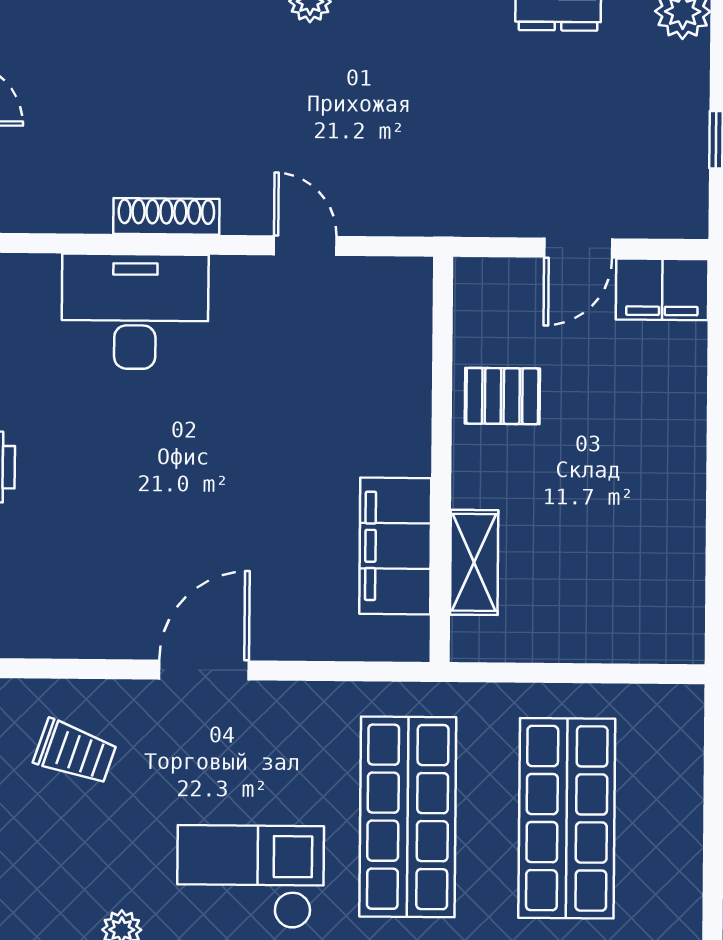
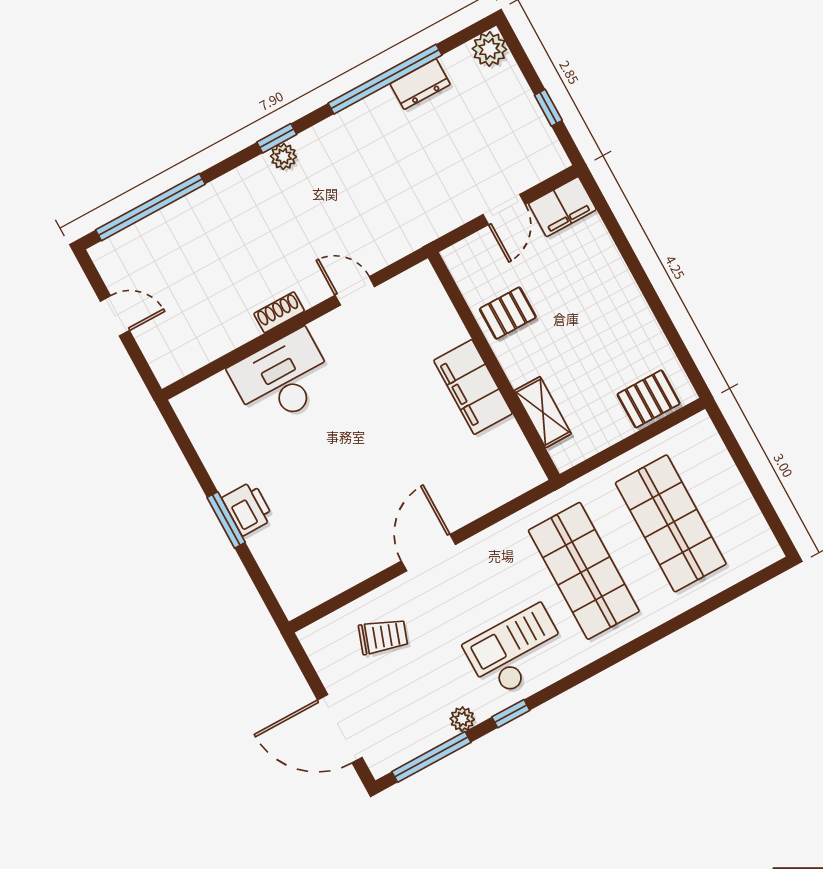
shoe rack: (166, 216) -> (279, 312), width x0.70
filing cabinet: (395, 546) -> (473, 387), moved
pallet: (633, 626) -> (649, 399), added

